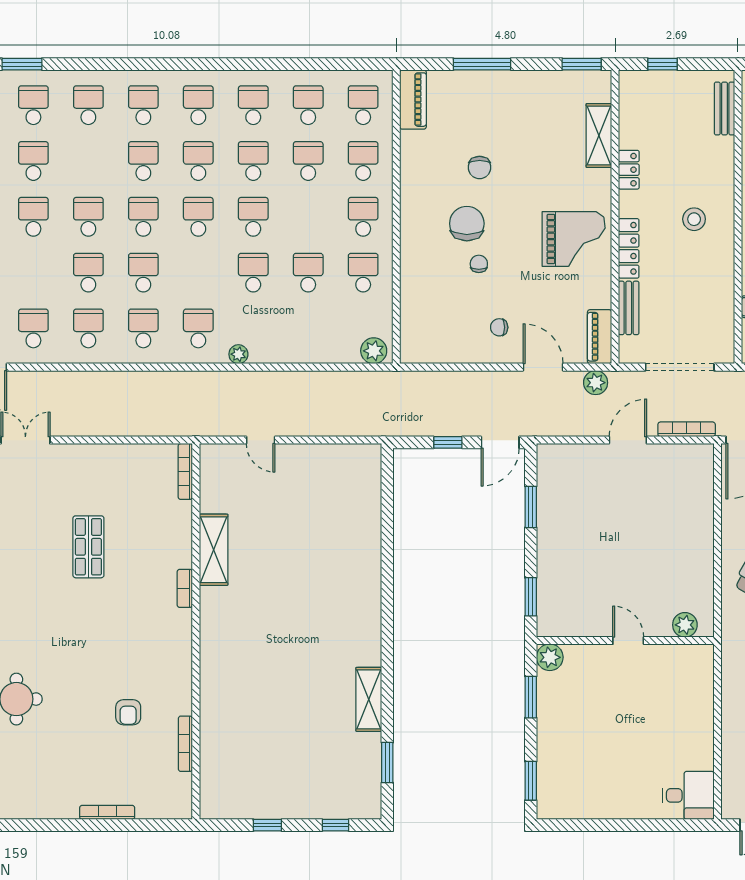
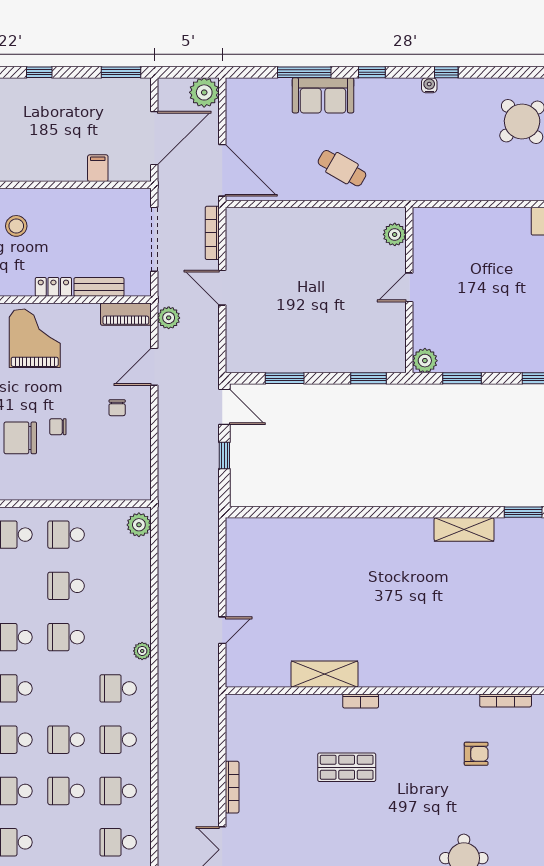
locker: (629, 248) -> (53, 287), width x0.66
bookcase: (185, 471) -> (232, 787), moved, turned -90
shop shelf: (88, 547) -> (347, 767), moved

